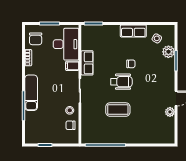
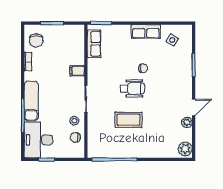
desk: (66, 44) -> (38, 140), moved, turned 180
plant: (168, 52) -> (185, 149), moved
row of seats: (87, 63) -> (94, 44), moved

